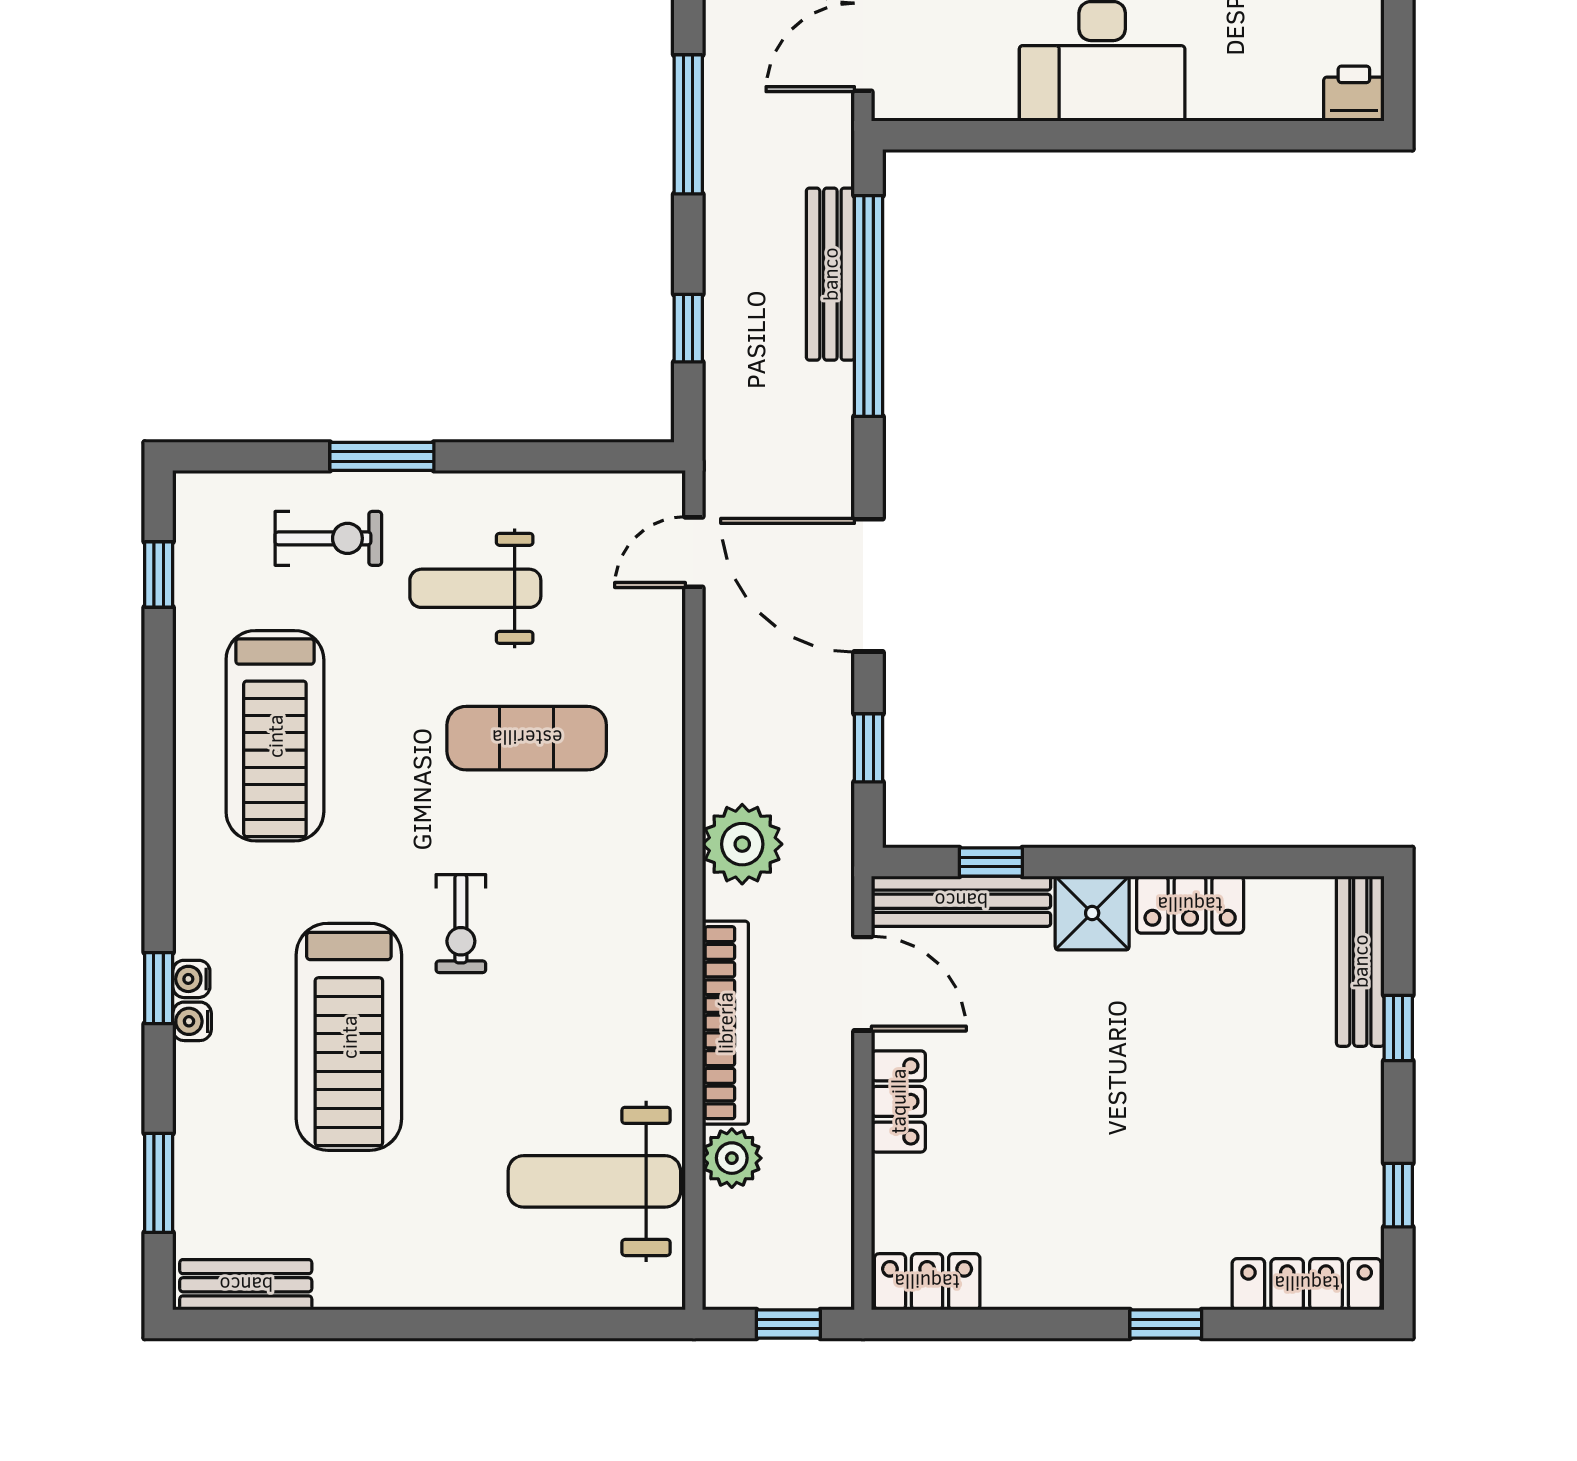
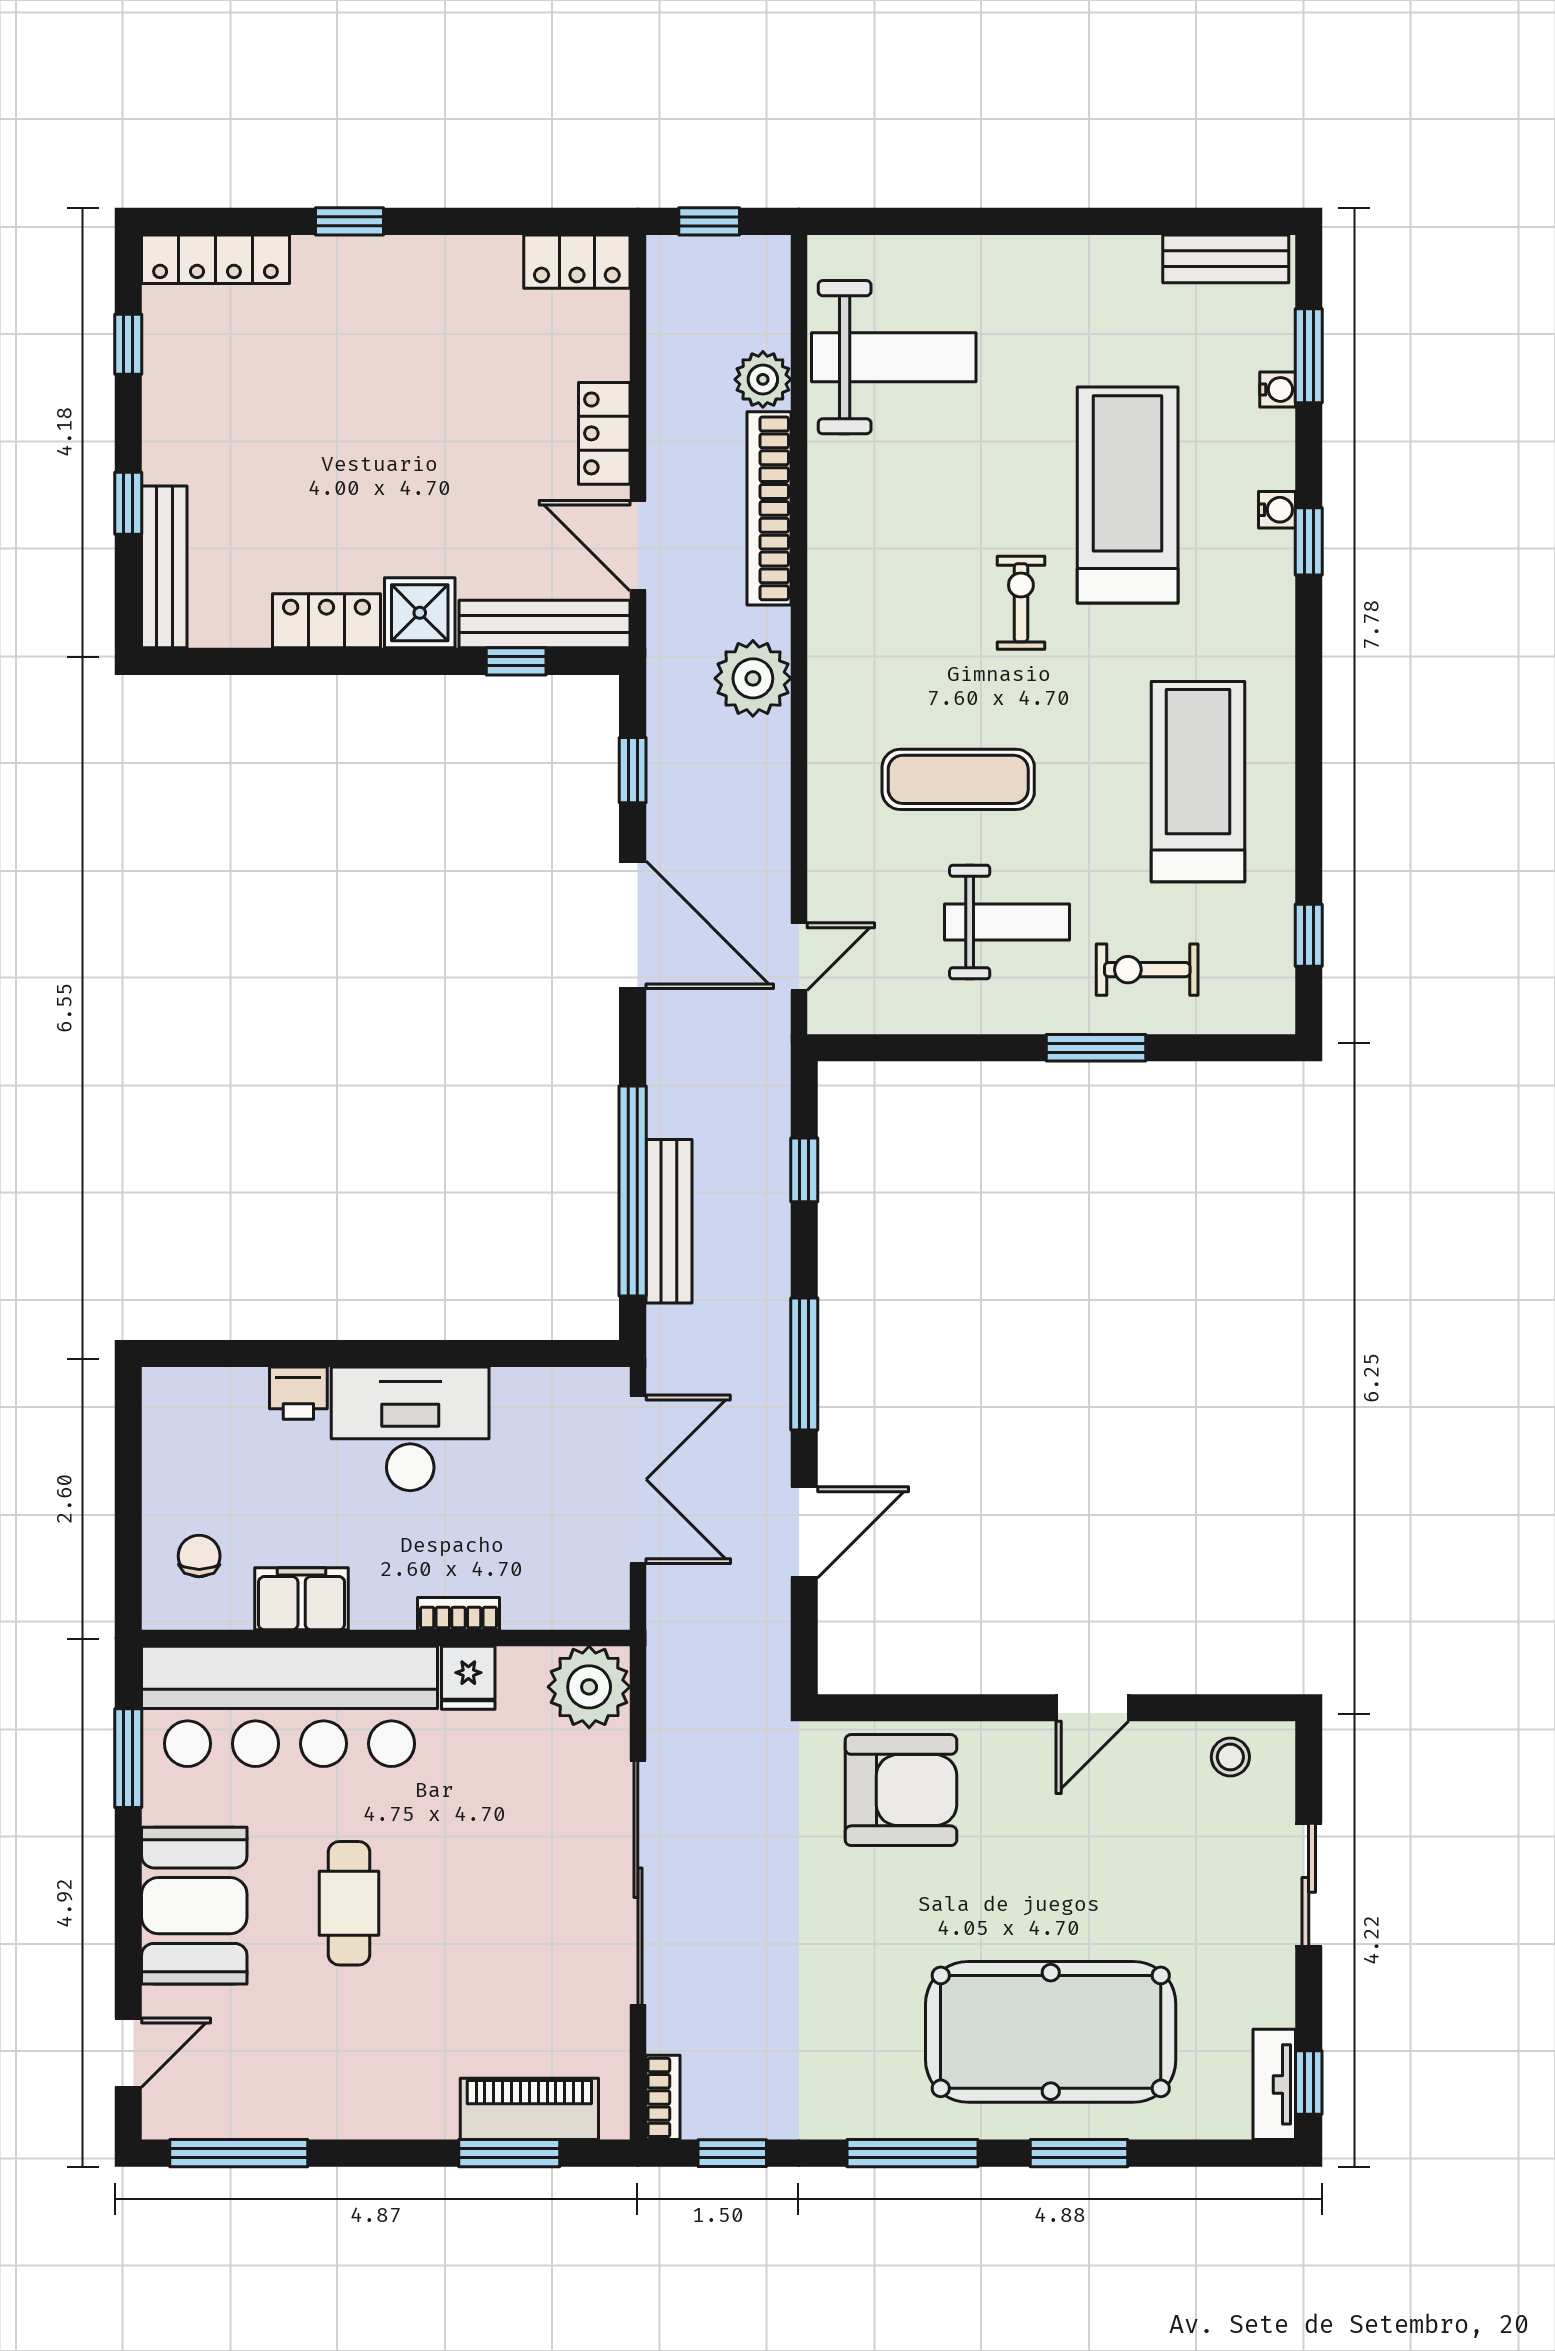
printer: (1354, 94) -> (298, 1393), moved
water cooler: (191, 979) -> (1278, 389), moved

